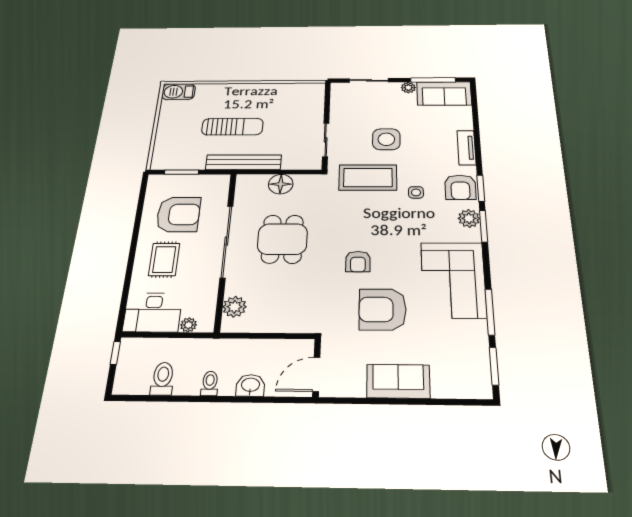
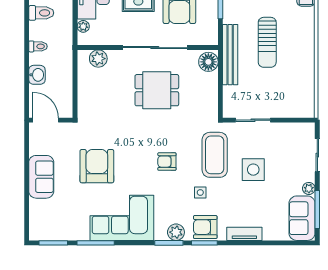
floor lamp: (281, 184) -> (208, 62), moved
armchair: (358, 262) -> (167, 162), moved

